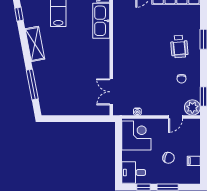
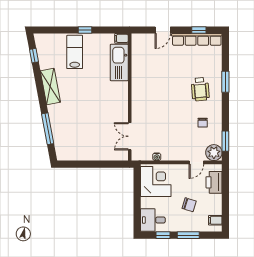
printer: (193, 136) -> (214, 182), added
filing cabinet: (194, 161) -> (215, 220), moved

